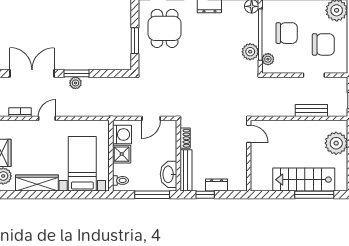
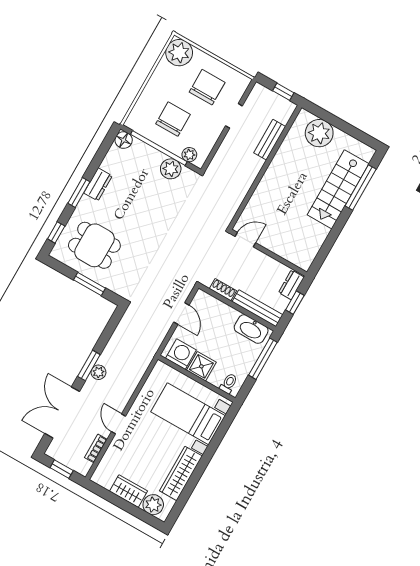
door: (249, 134) -> (245, 240), moved
wall: (249, 156) -> (268, 253), moved

